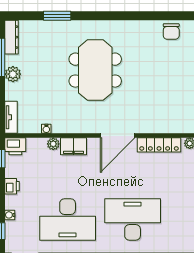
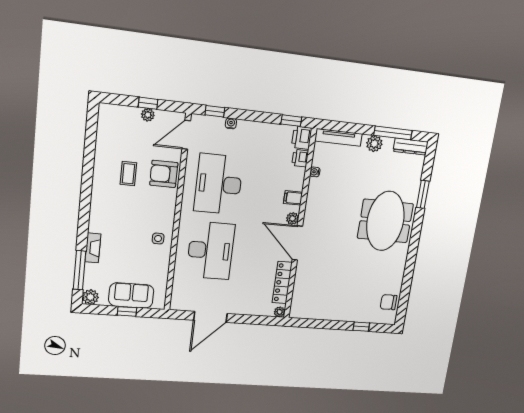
meeting table: (95, 70) -> (385, 221), moved, turned 90
tv unit: (11, 117) -> (338, 137), width x1.41
plant: (53, 144) -> (292, 218), moved
filing cabinet: (73, 146) -> (293, 198), width x0.50
printer: (12, 186) -> (300, 158), moved, turned 90

